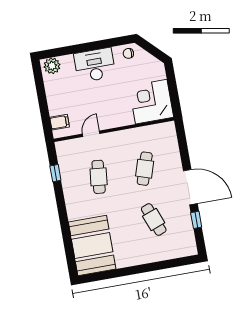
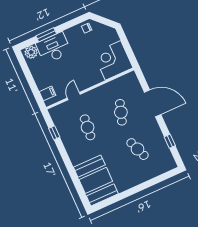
window: (76, 49) -> (46, 35), added
desk: (95, 65) -> (53, 48), moved
door: (190, 187) -> (153, 103), moved

